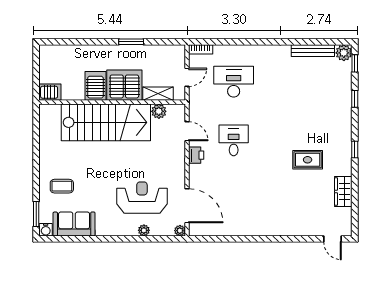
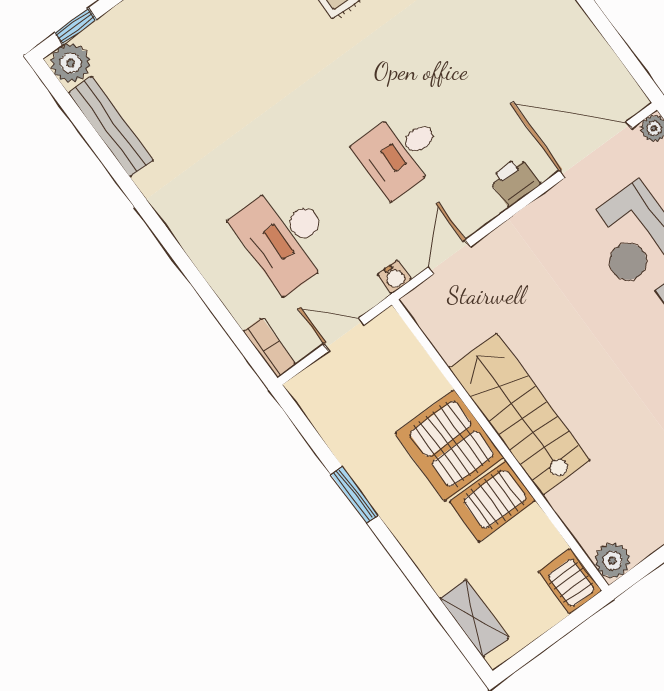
shelving: (158, 94) -> (474, 618), moved
water cooler: (194, 108) -> (394, 277), added
plant: (159, 111) -> (613, 561), moved
stairs: (106, 122) -> (520, 414), width x0.73, depth x0.66
printer: (196, 155) -> (514, 182), moved
door: (187, 206) -> (595, 150), hinge flipped

